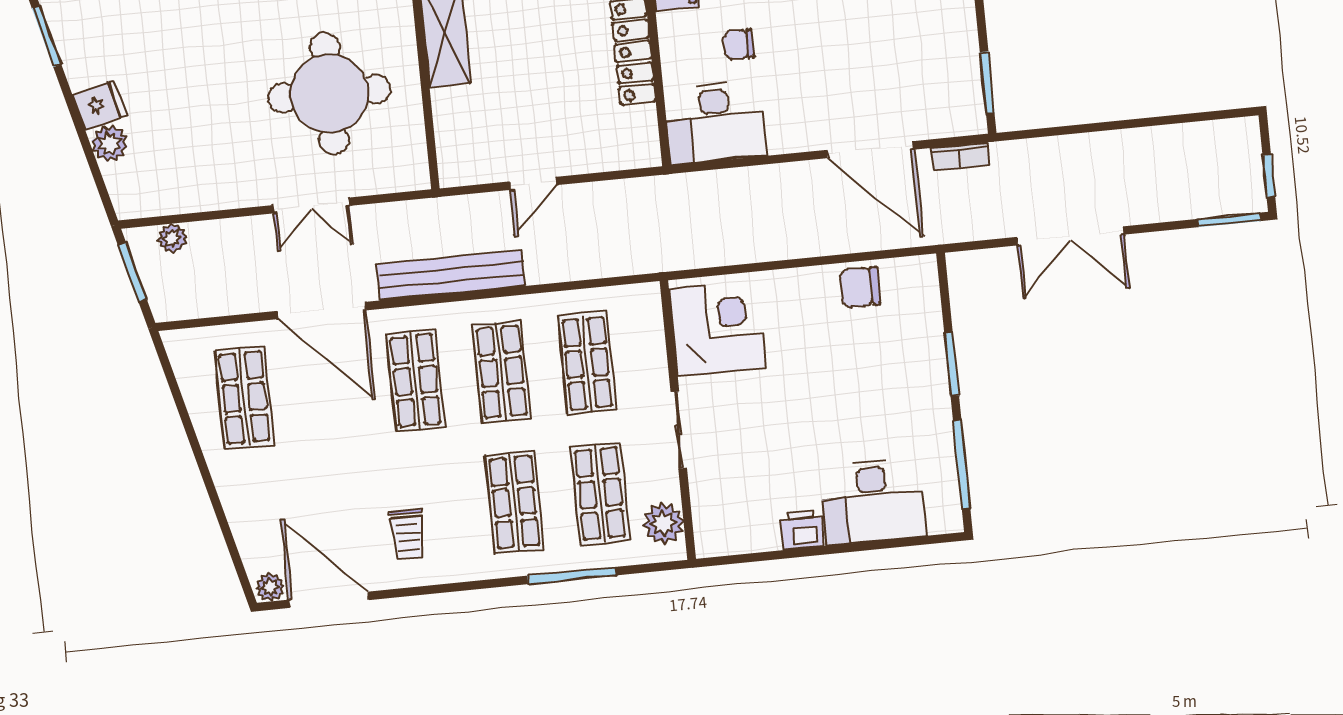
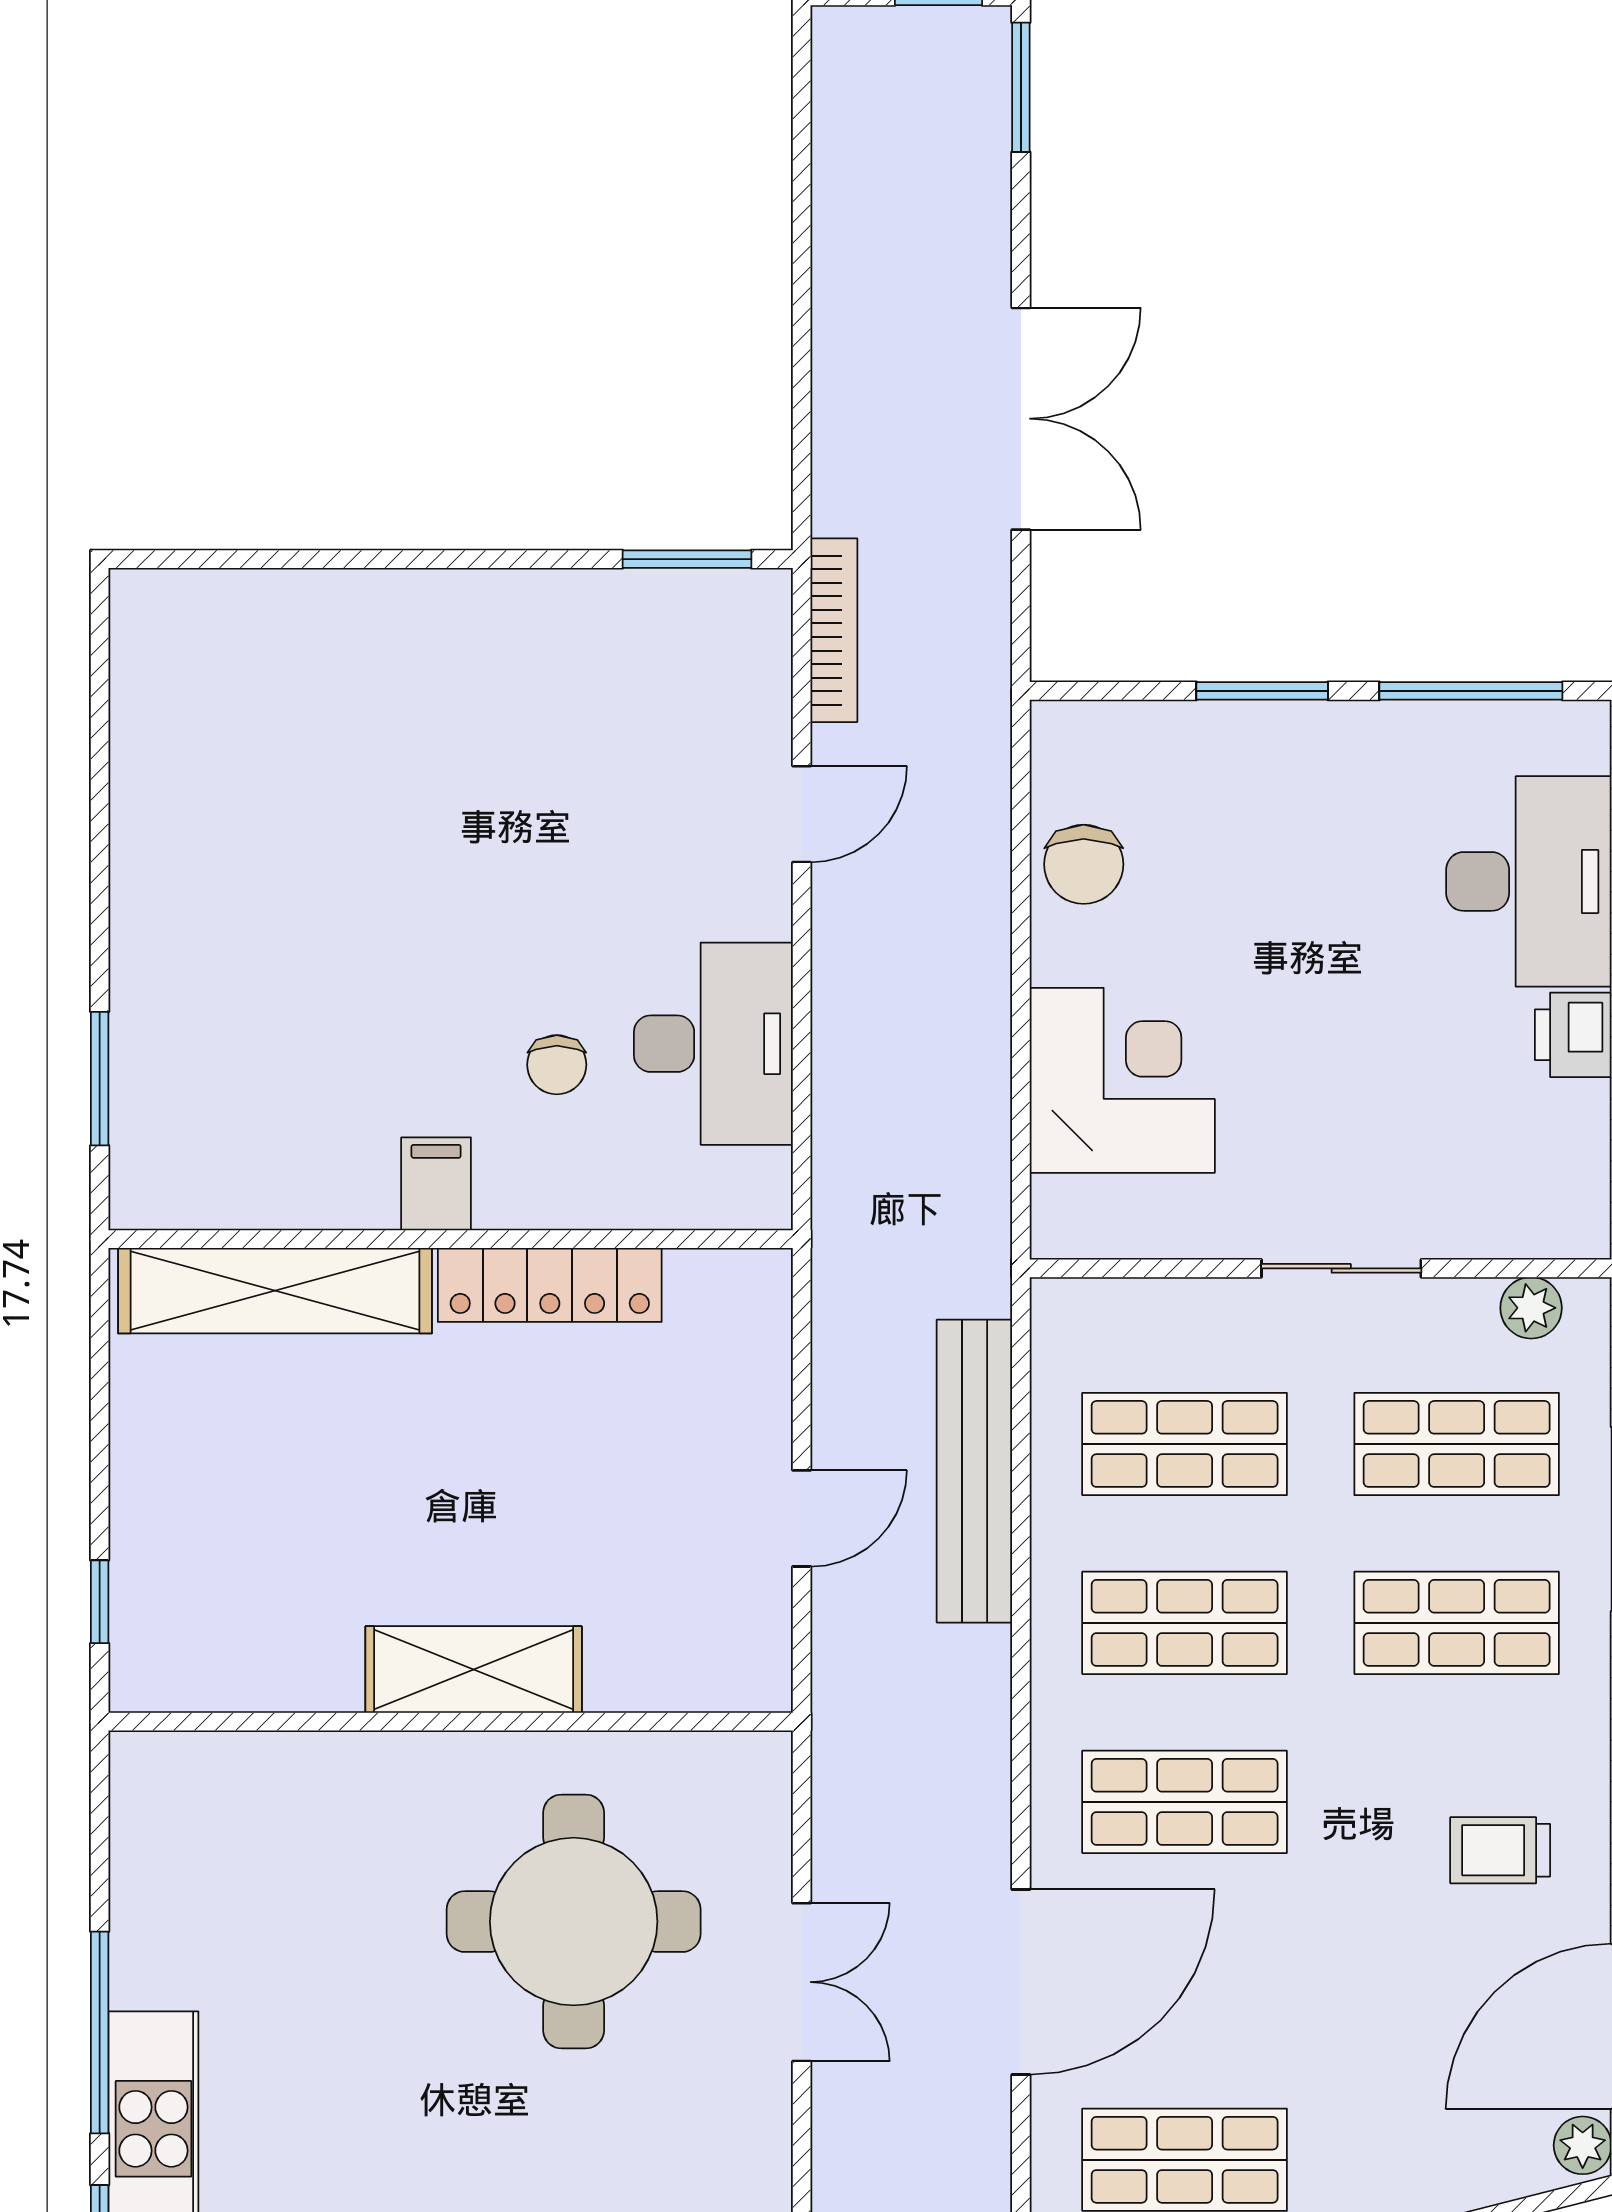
desk: (715, 122) -> (713, 1044), moved
door: (871, 150) -> (802, 814), width x0.53
bookcase: (960, 156) -> (834, 630), width x1.56
door: (533, 183) -> (802, 1518), hinge flipped
bench: (451, 275) -> (974, 1471), moved
corner desk: (718, 328) -> (1122, 1080), moved, turned 90
plant: (663, 523) -> (1531, 1308), width x0.73, depth x0.73
trolley: (408, 534) -> (1500, 1850), turned 180

